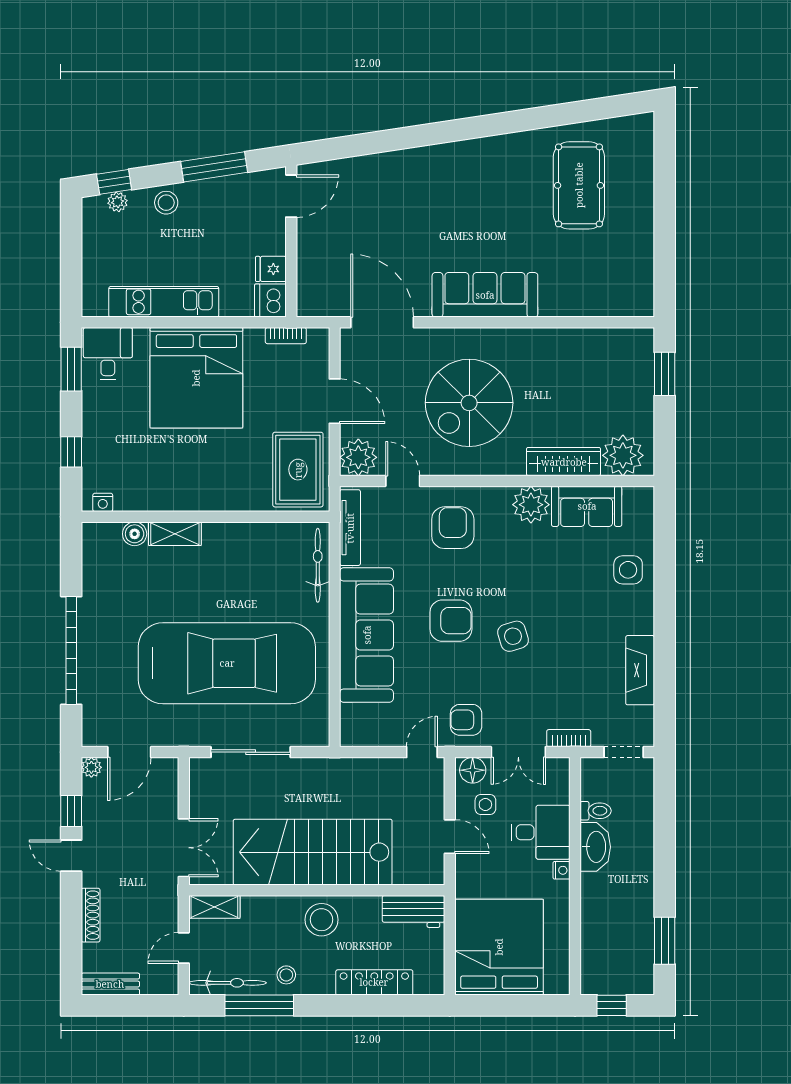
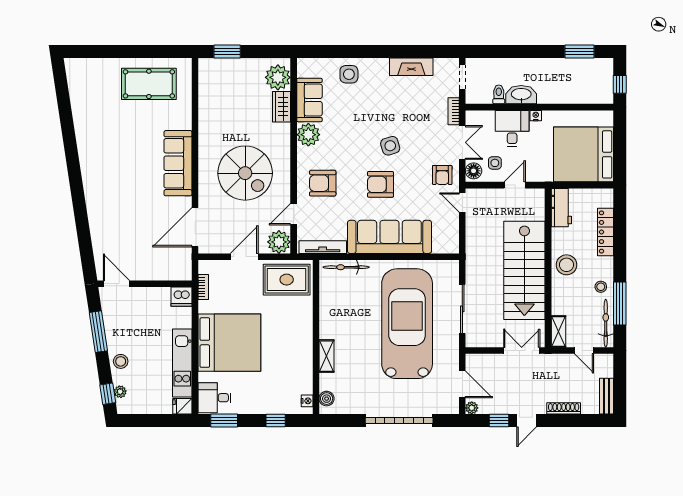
pool table: (579, 185) -> (149, 84), moved
fridge: (271, 269) -> (182, 406), moved, turned 90
wardrobe: (564, 462) -> (282, 107), width x0.67
boiler: (135, 534) -> (327, 399), moved
armchair: (451, 621) -> (380, 184), turned -90

